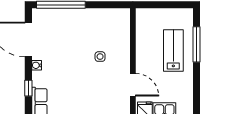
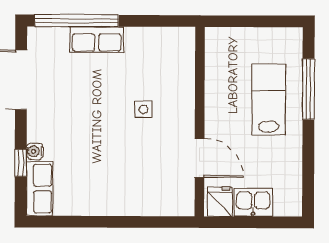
row of seats: (73, 16) -> (97, 39), added
water cooler: (37, 65) -> (35, 151), moved

